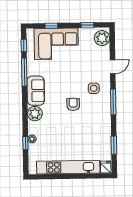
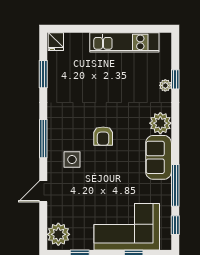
kitchen unit: (68, 167) -> (124, 42), width x0.73

